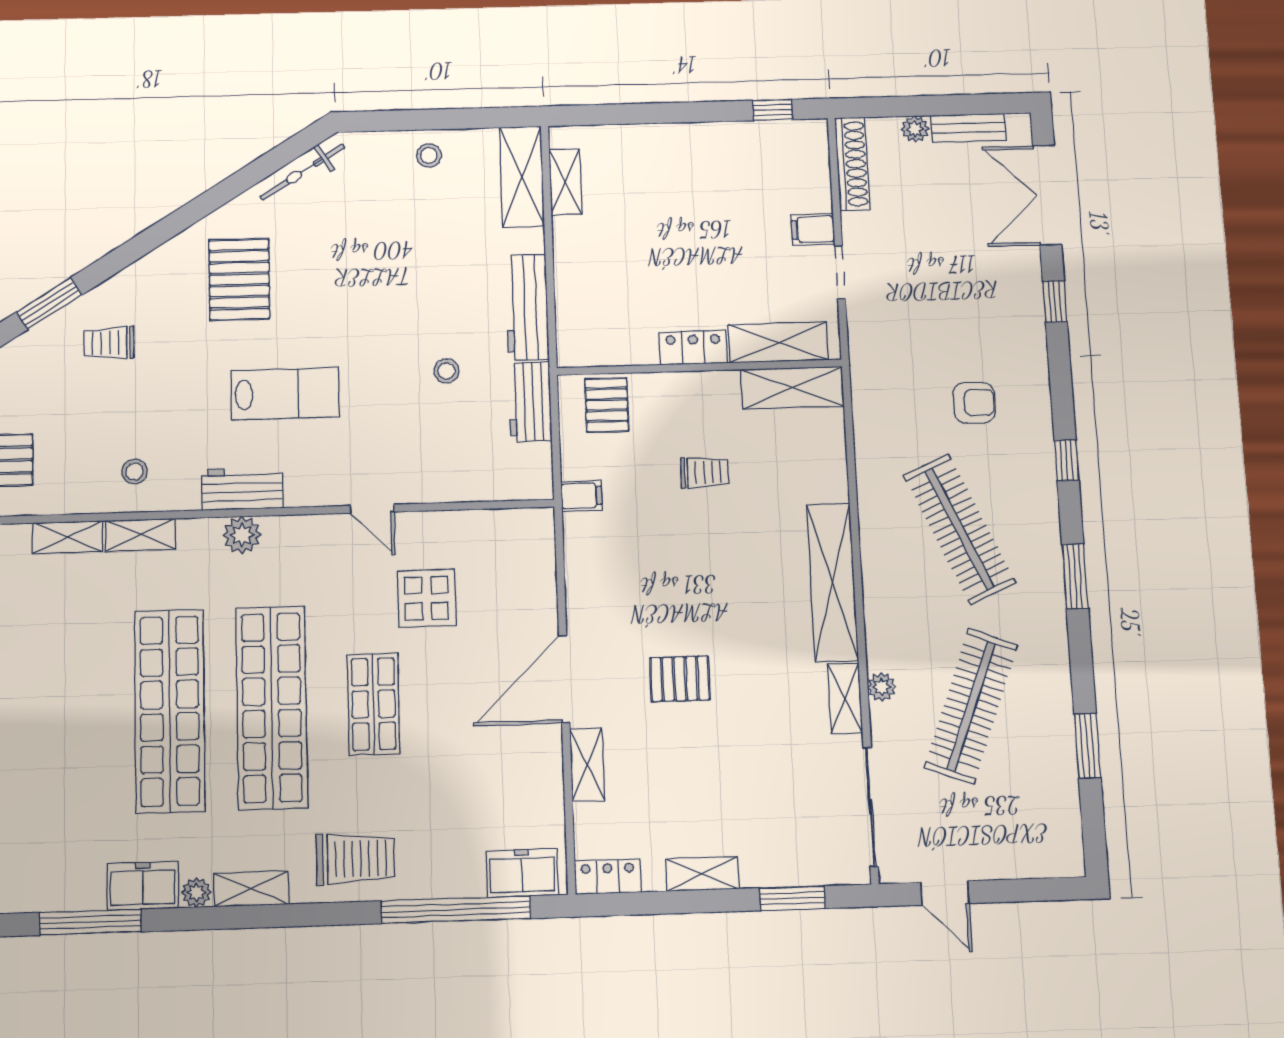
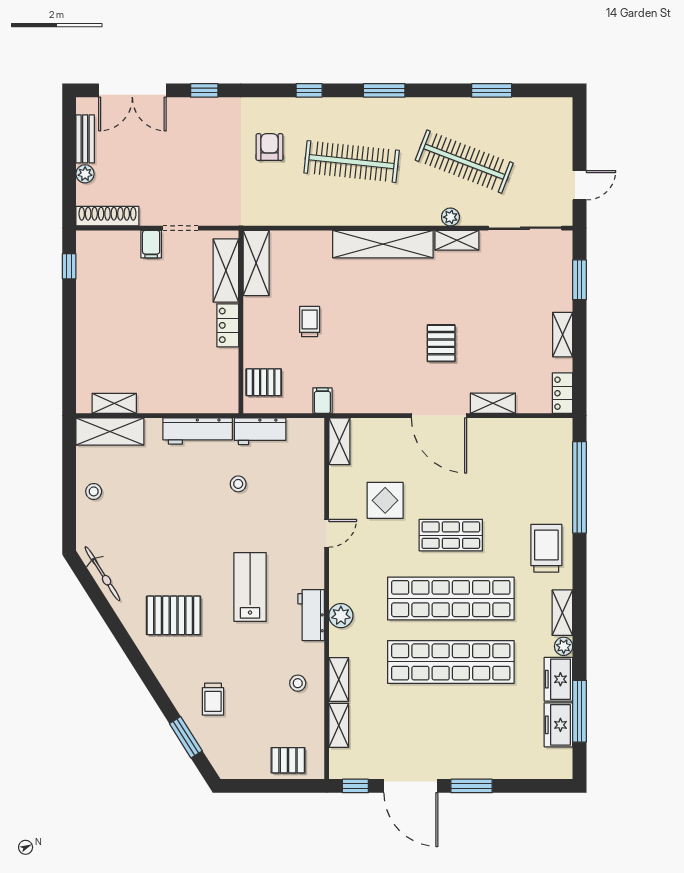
shelving: (518, 524) -> (339, 441), added
clothes rail: (960, 529) -> (352, 162), turned 30
freezer: (522, 873) -> (558, 725), moved

